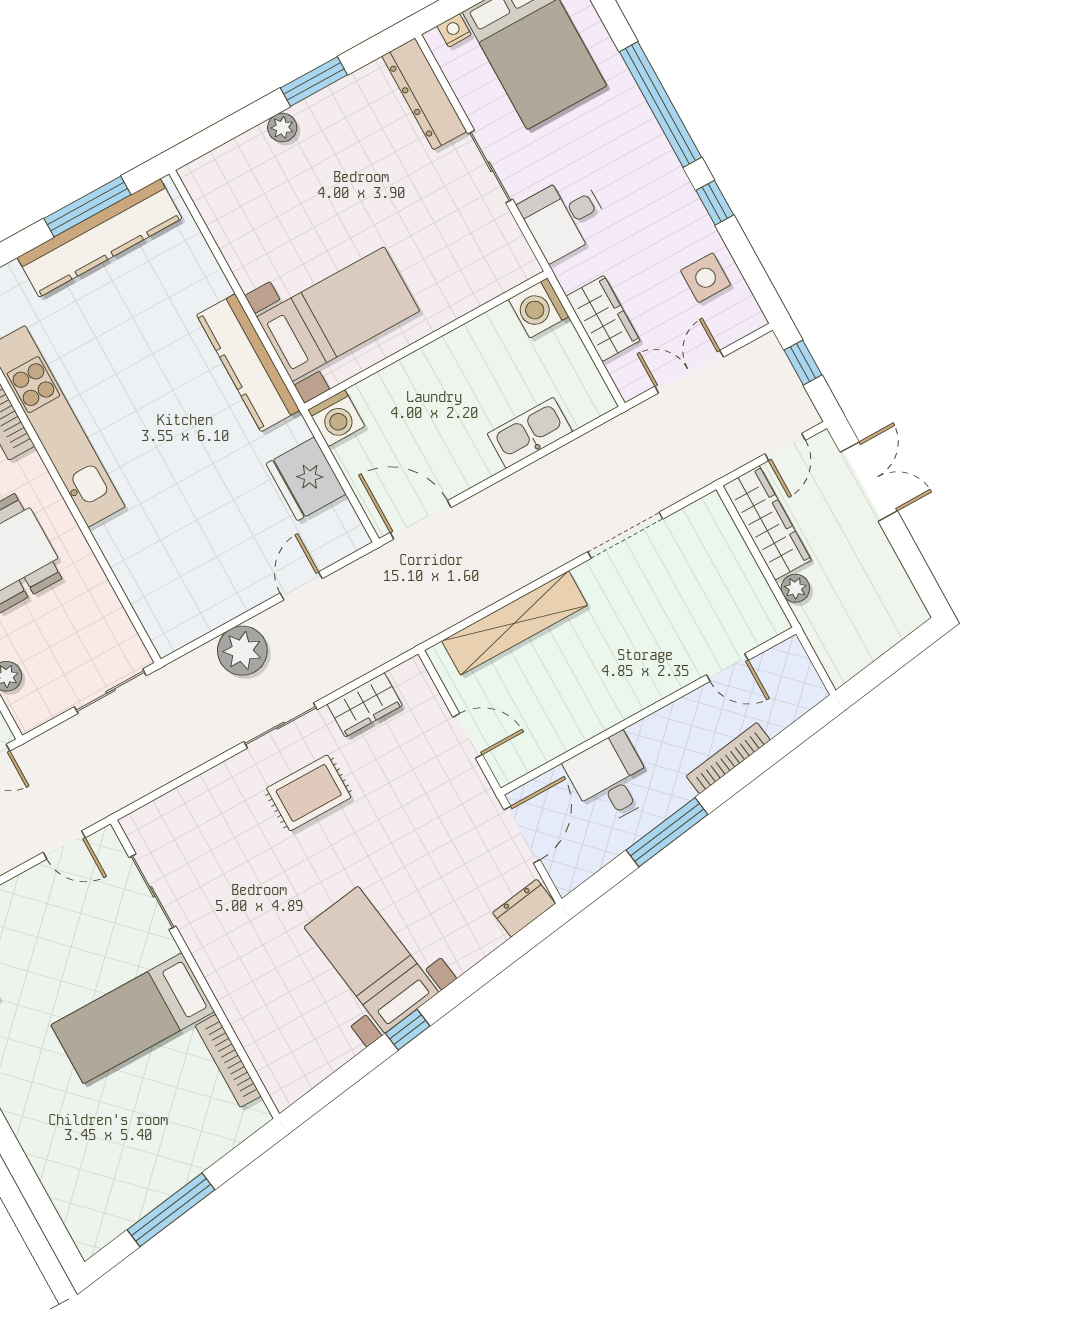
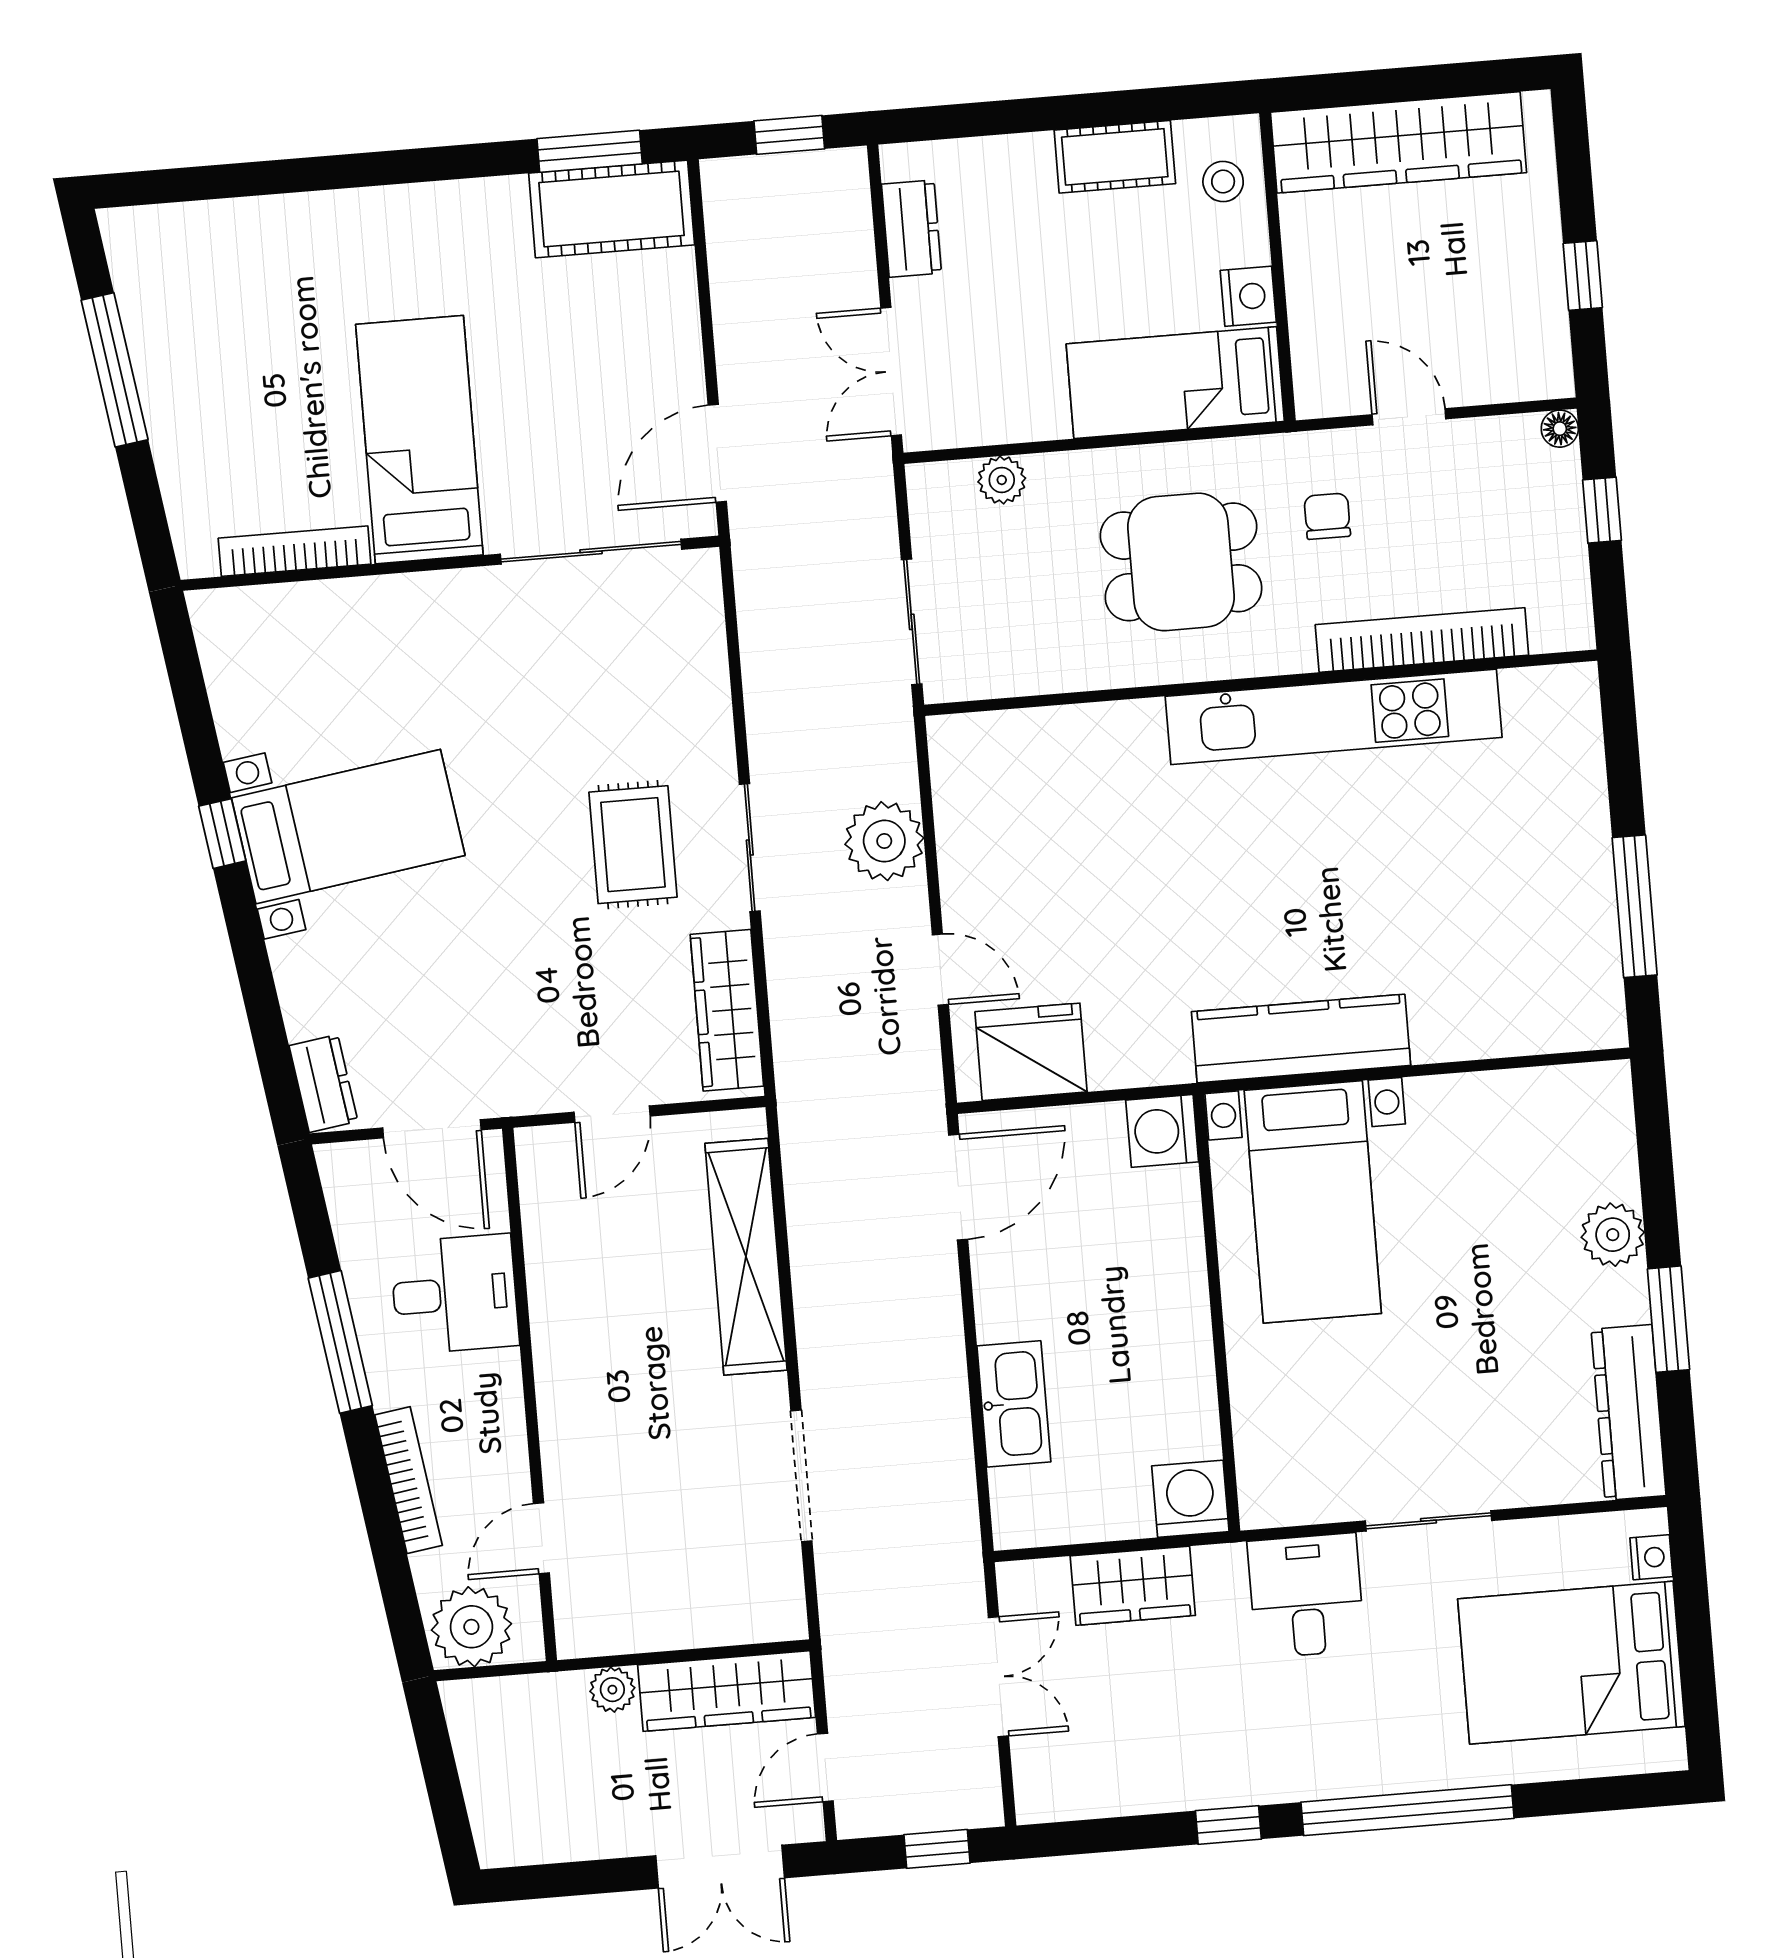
dresser: (424, 94) -> (1629, 1412), moved, turned -90
plant: (282, 128) -> (1613, 1235), width x1.38, depth x1.38
kitchen counter: (100, 238) -> (1581, 903), removed
side table: (706, 278) -> (1125, 1762), removed
door: (785, 447) -> (825, 1767), hinge flipped
fridge: (306, 479) -> (1031, 1052), moved
plant: (796, 685) -> (471, 1627), added
wardrobe: (365, 705) -> (727, 1010), width x1.50
door: (64, 845) -> (717, 453), width x1.38
sliding door: (153, 892) -> (591, 552), width x1.37

